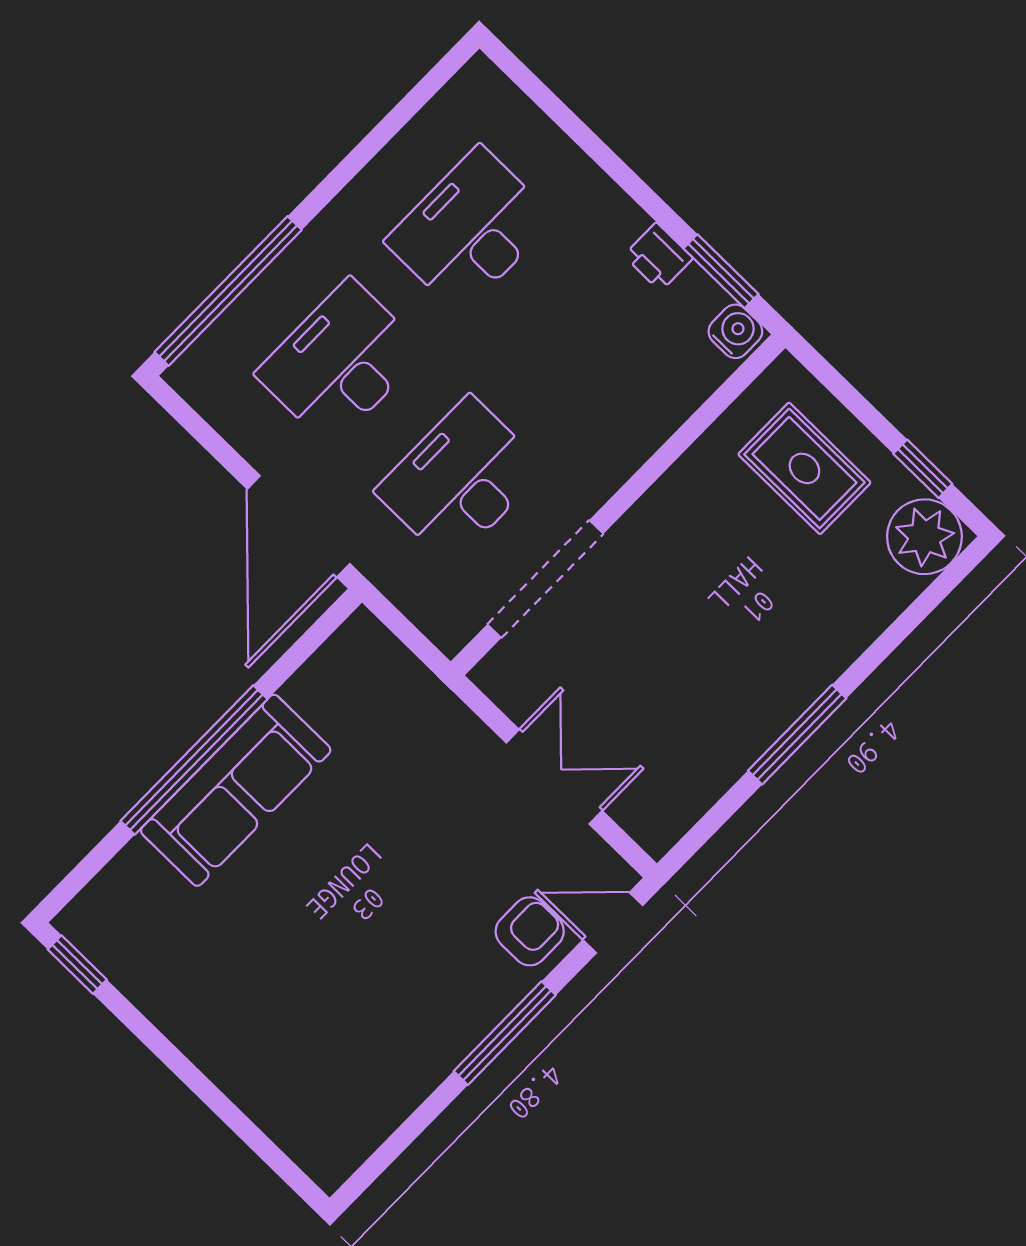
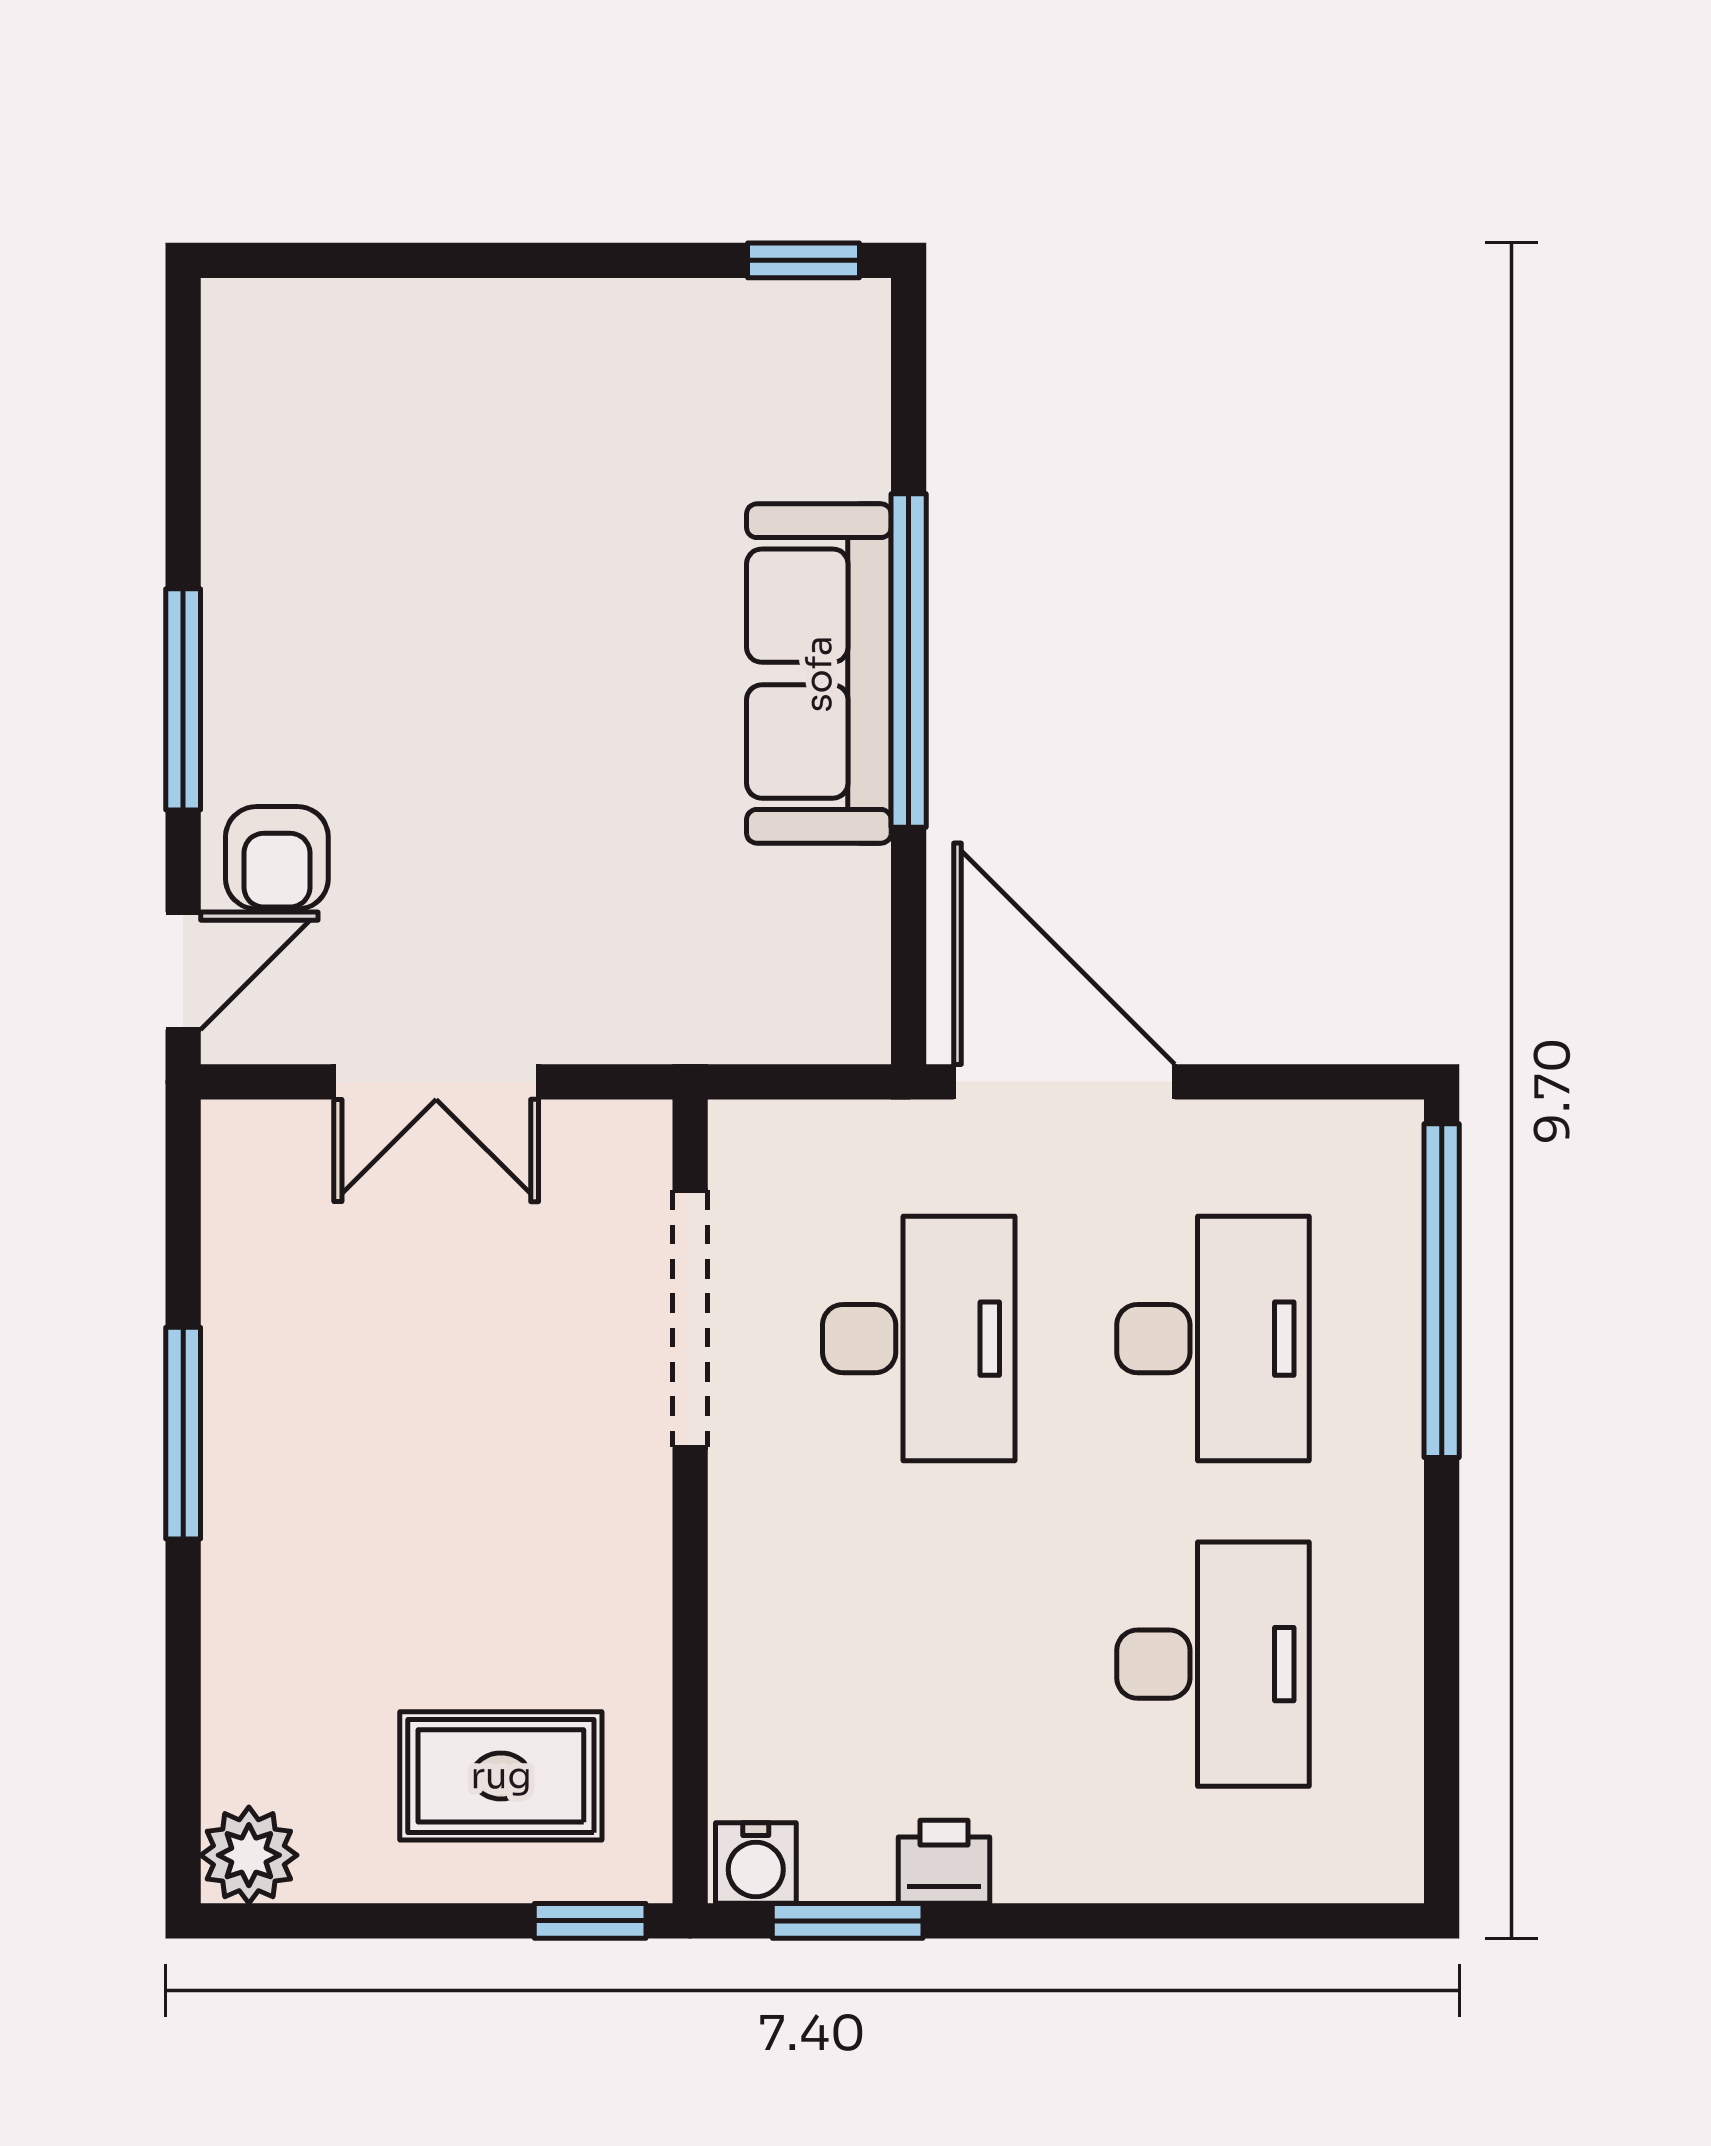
window: (923, 469) -> (590, 1921), moved
plant: (924, 537) -> (249, 1855), width x0.73, depth x0.73

